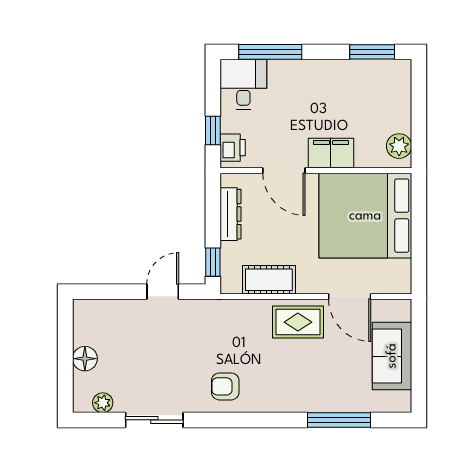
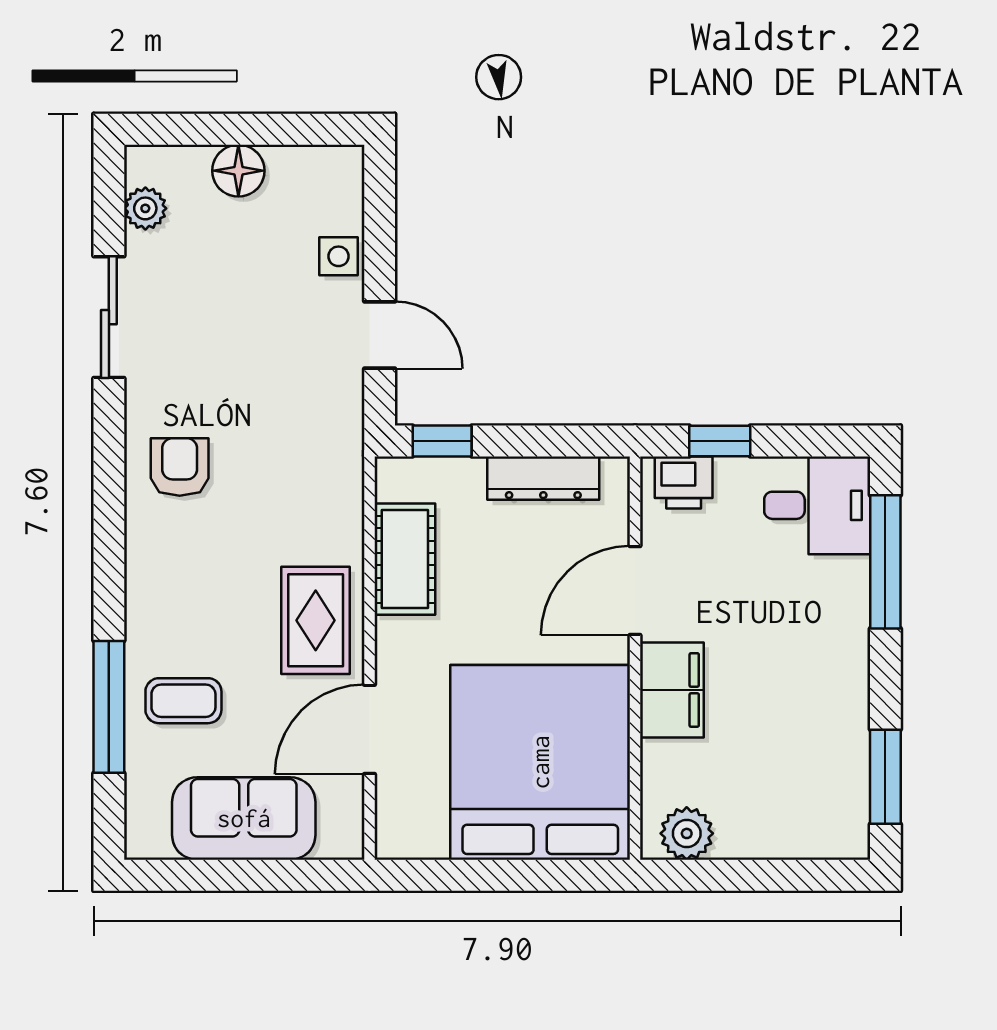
side table: (125, 311) -> (338, 256), added
coffee table: (336, 385) -> (183, 701), added

